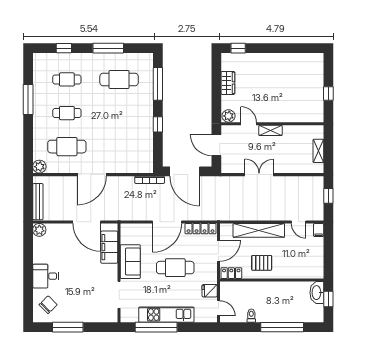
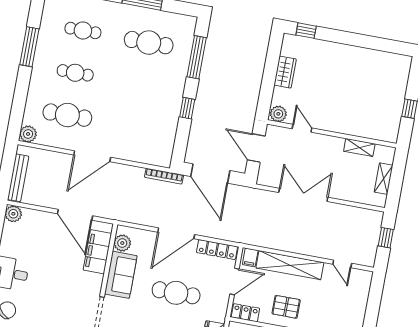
shelving: (270, 130) -> (359, 147), moved
double door: (259, 175) -> (303, 195), width x1.37
filing cabinet: (319, 230) -> (250, 257), moved
plant: (127, 237) -> (122, 243), added

